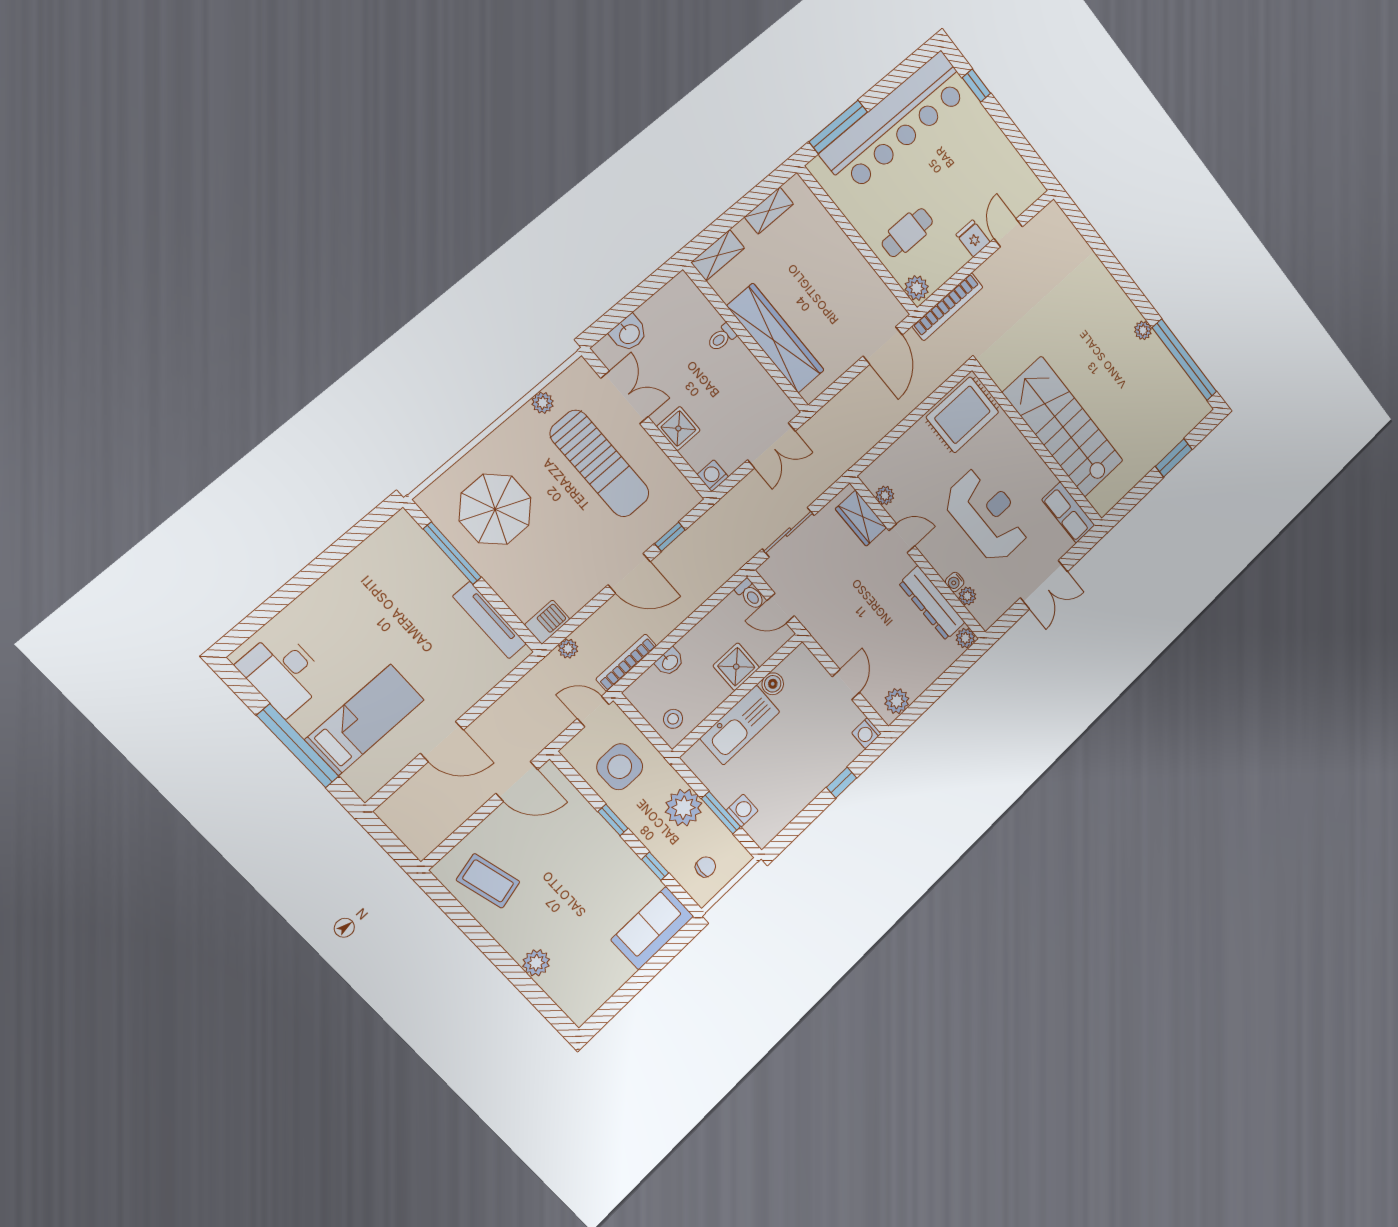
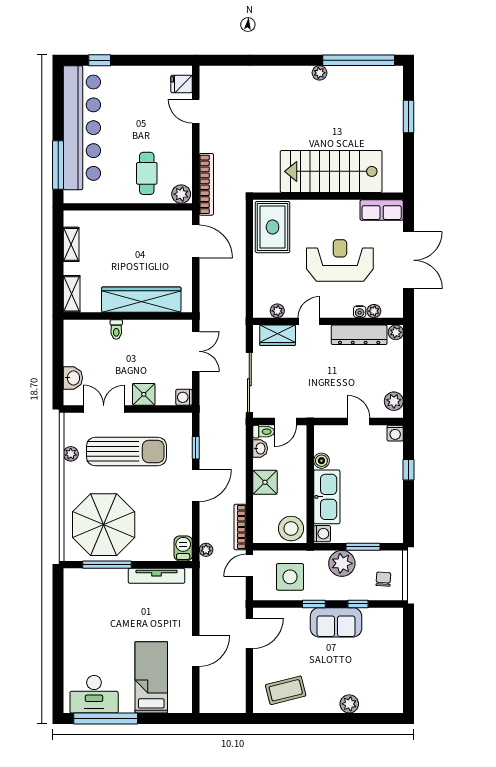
fridge: (973, 238) -> (182, 84), moved
parasol: (495, 509) -> (104, 525), width x1.36, depth x1.36
sliding door: (788, 532) -> (249, 382), width x1.37
double door: (1044, 585) -> (409, 260), width x1.37
washbasin: (670, 662) -> (260, 448), moved
shower: (736, 667) -> (265, 482), moved
stool: (673, 719) -> (291, 529), width x1.89, depth x1.89
window: (298, 746) -> (106, 718), moved
washing machine: (742, 810) -> (322, 534), moved, turned 90
sofa: (652, 928) -> (336, 622), moved, turned -90

